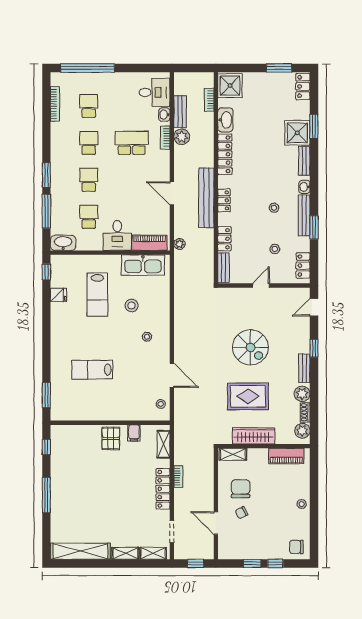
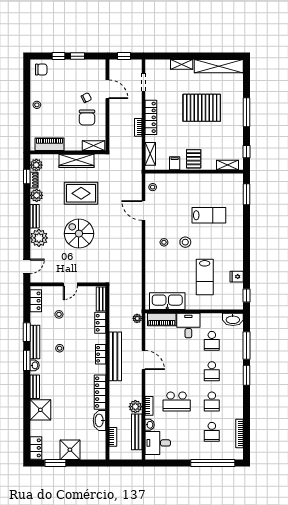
shower: (230, 86) -> (70, 450), moved
bench: (180, 112) -> (137, 432), width x1.36
window: (314, 126) -> (27, 360), moved
lab bench: (97, 295) -> (205, 277), turned 180
stool: (132, 305) -> (185, 242), moved
plant: (299, 342) -> (39, 238), added
window: (314, 348) -> (27, 177), moved
pallet: (101, 500) -> (202, 108), added
shelving: (153, 553) -> (228, 165), moved

